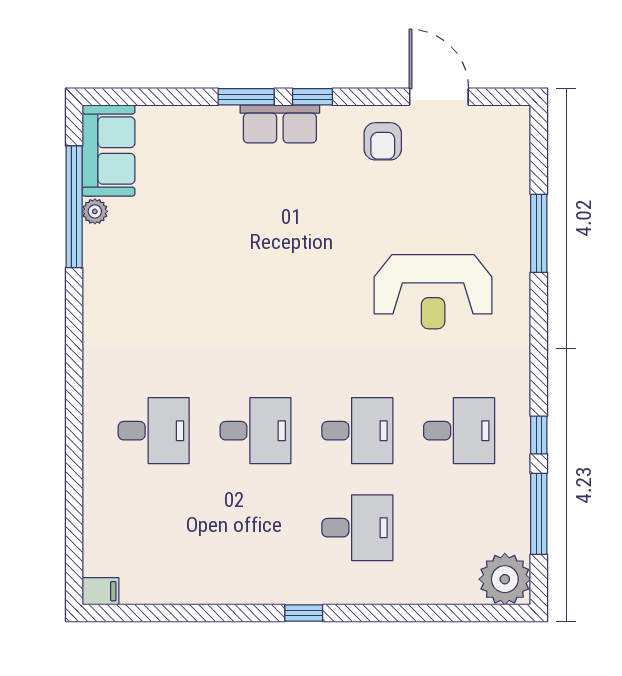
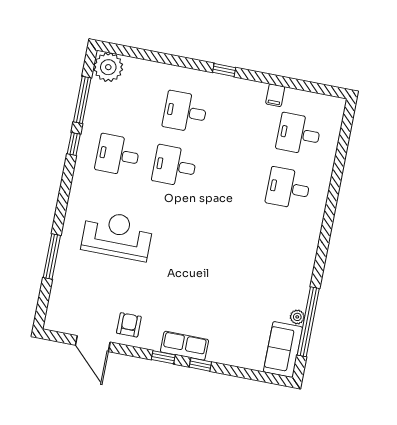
window: (246, 97) -> (200, 365), width x0.67
desk: (255, 431) -> (299, 134), moved
filing cabinet: (100, 591) -> (275, 95), moved, turned -90

